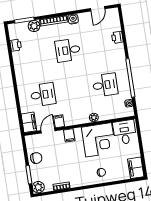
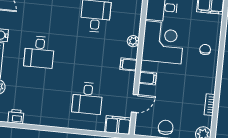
desk: (43, 95) -> (87, 98), turned 180
filing cabinet: (59, 121) -> (129, 64), moved
door: (48, 131) -> (135, 103), swing flipped

